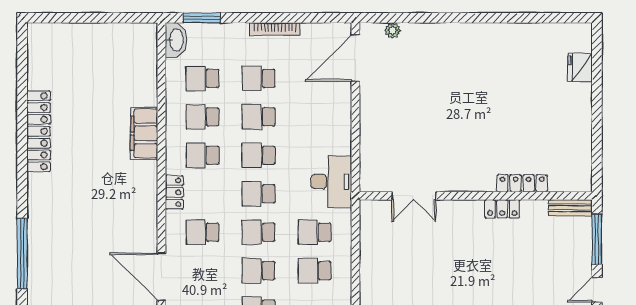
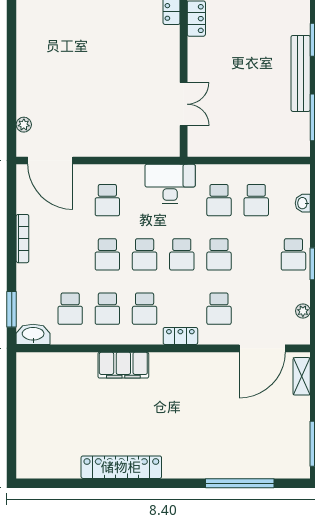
school desk: (259, 78) -> (107, 200), moved
school desk: (259, 271) -> (256, 254), removed

